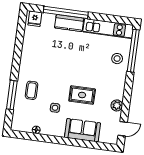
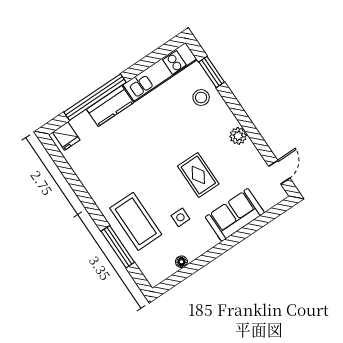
window: (133, 51) -> (212, 72), width x0.47
coffee table: (32, 90) -> (136, 221), width x1.86, depth x1.72
rug: (82, 95) -> (198, 175), turned 90
plant: (117, 105) -> (238, 136), moved

